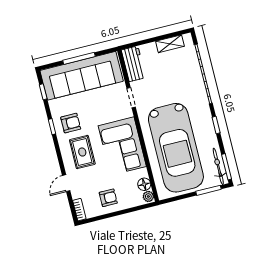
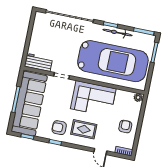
shelving: (170, 44) -> (37, 30), removed
armchair: (71, 123) -> (59, 128), turned -90
bicycle: (218, 166) -> (117, 33), moved
floor lamp: (144, 184) -> (128, 96), removed

